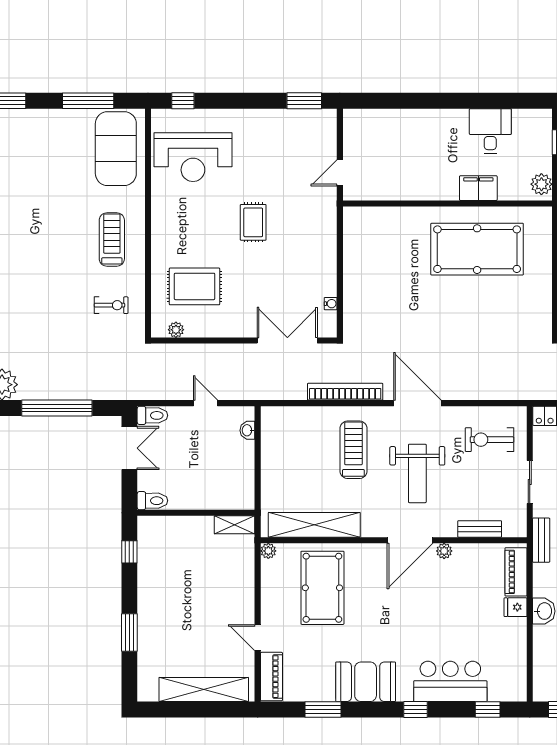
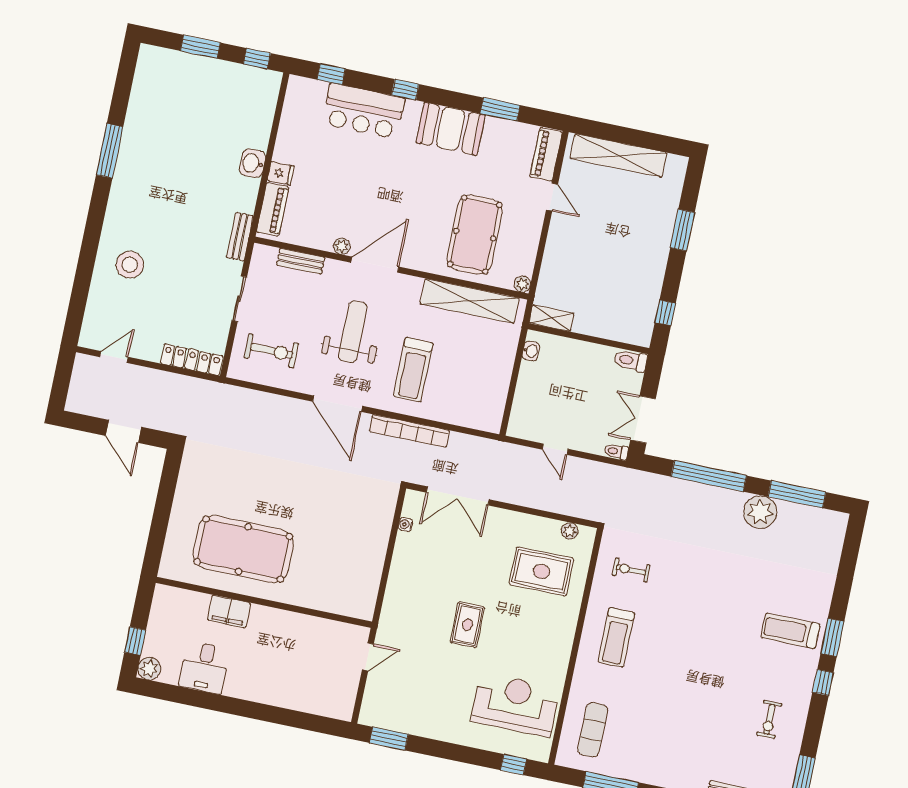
exercise mat: (116, 149) -> (593, 730), width x0.50, depth x0.69
plant: (541, 184) -> (149, 669), moved
toilet: (152, 415) -> (616, 452), width x0.73, depth x0.72
washbasin: (247, 430) -> (531, 351), moved

